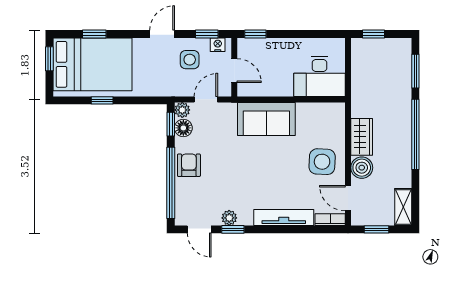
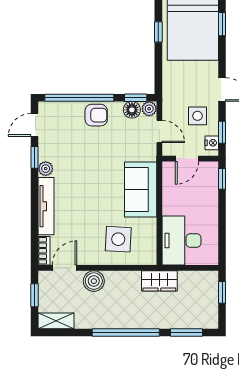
wardrobe: (362, 137) -> (159, 281), moved
side table: (322, 162) -> (118, 239), moved
plant: (229, 218) -> (46, 169), moved

